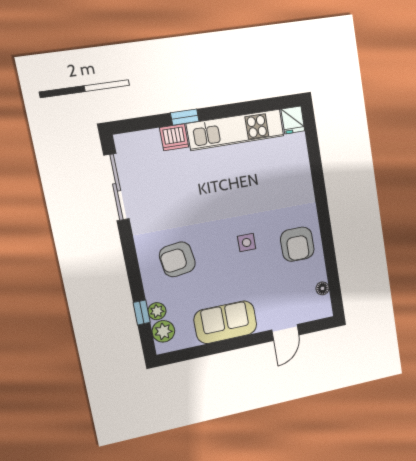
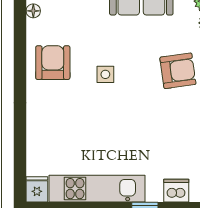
dishwasher: (174, 137) -> (176, 191), moved

